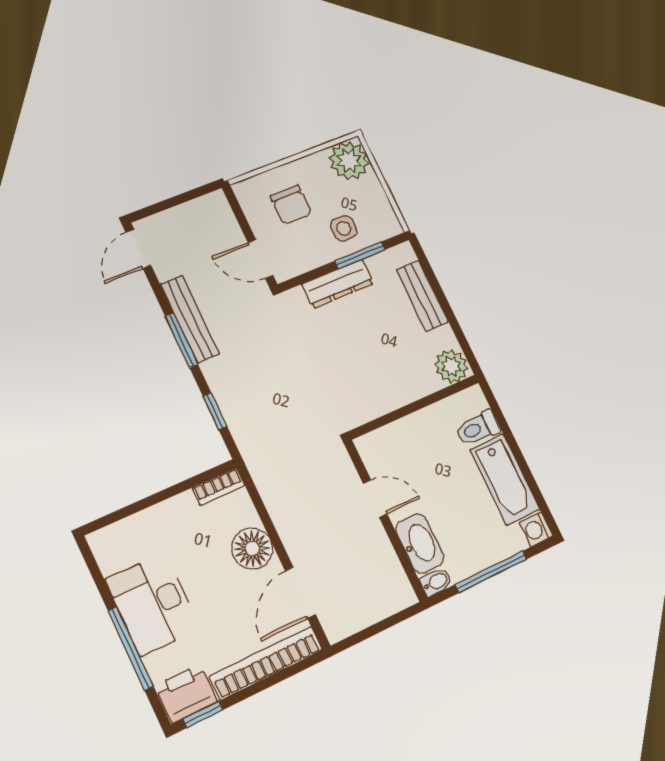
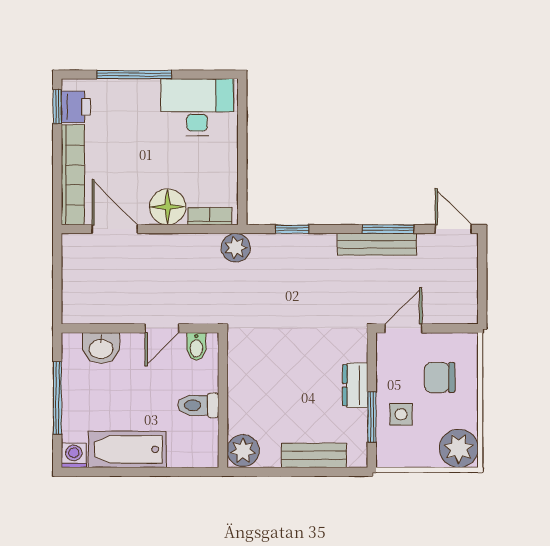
dresser: (338, 284) -> (355, 385), width x0.70
window: (181, 340) -> (388, 229), moved
toilet: (478, 428) -> (198, 405), moved, turned -90
plant: (260, 460) -> (236, 248), added
bookcase: (219, 487) -> (210, 216), moved, turned 90
washbasin: (420, 544) -> (101, 348), width x0.72
bidet: (436, 582) -> (196, 346), moved
desk: (153, 604) -> (197, 107), moved
printer: (186, 694) -> (76, 107), width x0.73, depth x0.81

